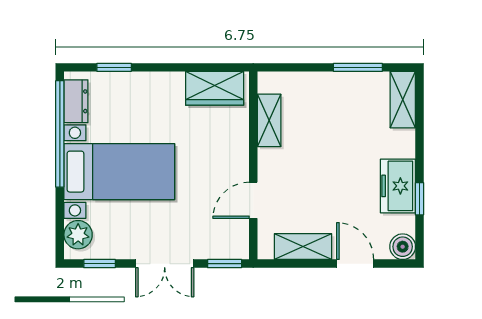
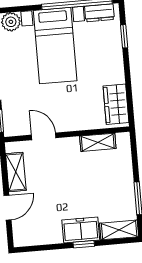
freezer: (398, 186) -> (81, 230), moved
window: (420, 199) -> (84, 244), moved
boiler: (403, 247) -> (21, 238), removed

